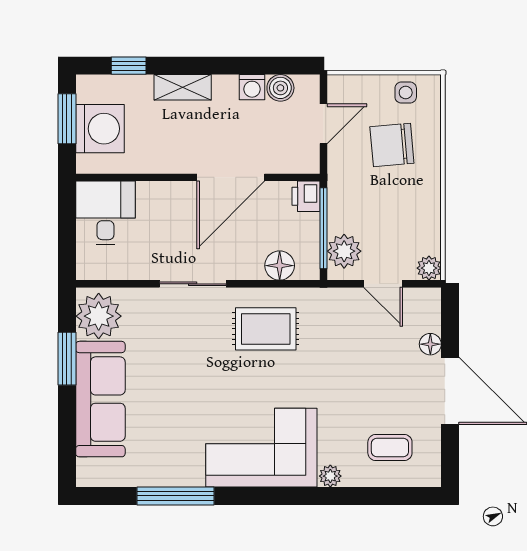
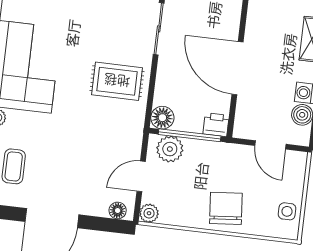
chair: (392, 145) -> (226, 208), moved
floor lamp: (280, 266) -> (162, 118), moved
rug: (266, 329) -> (117, 81), turned 90
floor lamp: (430, 344) -> (118, 211), moved

